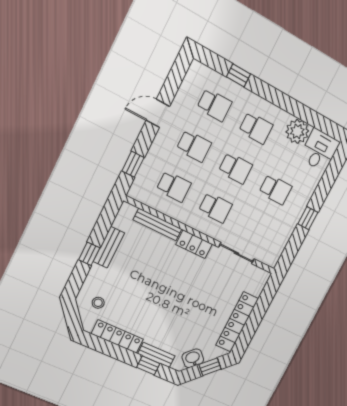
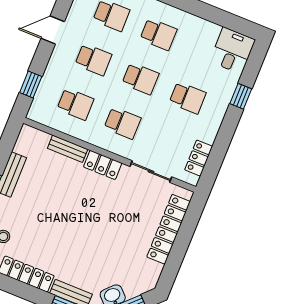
plant: (297, 131) -> (205, 33), removed
window: (308, 218) -> (241, 96), moved
bench: (158, 224) -> (68, 149), width x0.73
locker: (279, 244) -> (199, 158), added
locker: (237, 322) -> (169, 229), moved

